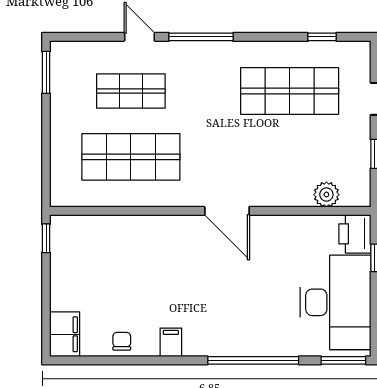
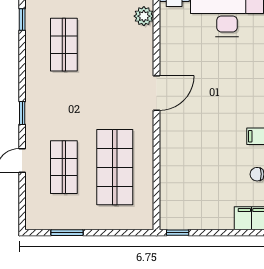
window: (201, 37) -> (22, 113), width x0.46
window: (46, 72) -> (67, 233), moved
shop shelf: (290, 91) -> (64, 45), width x0.70, depth x0.74

